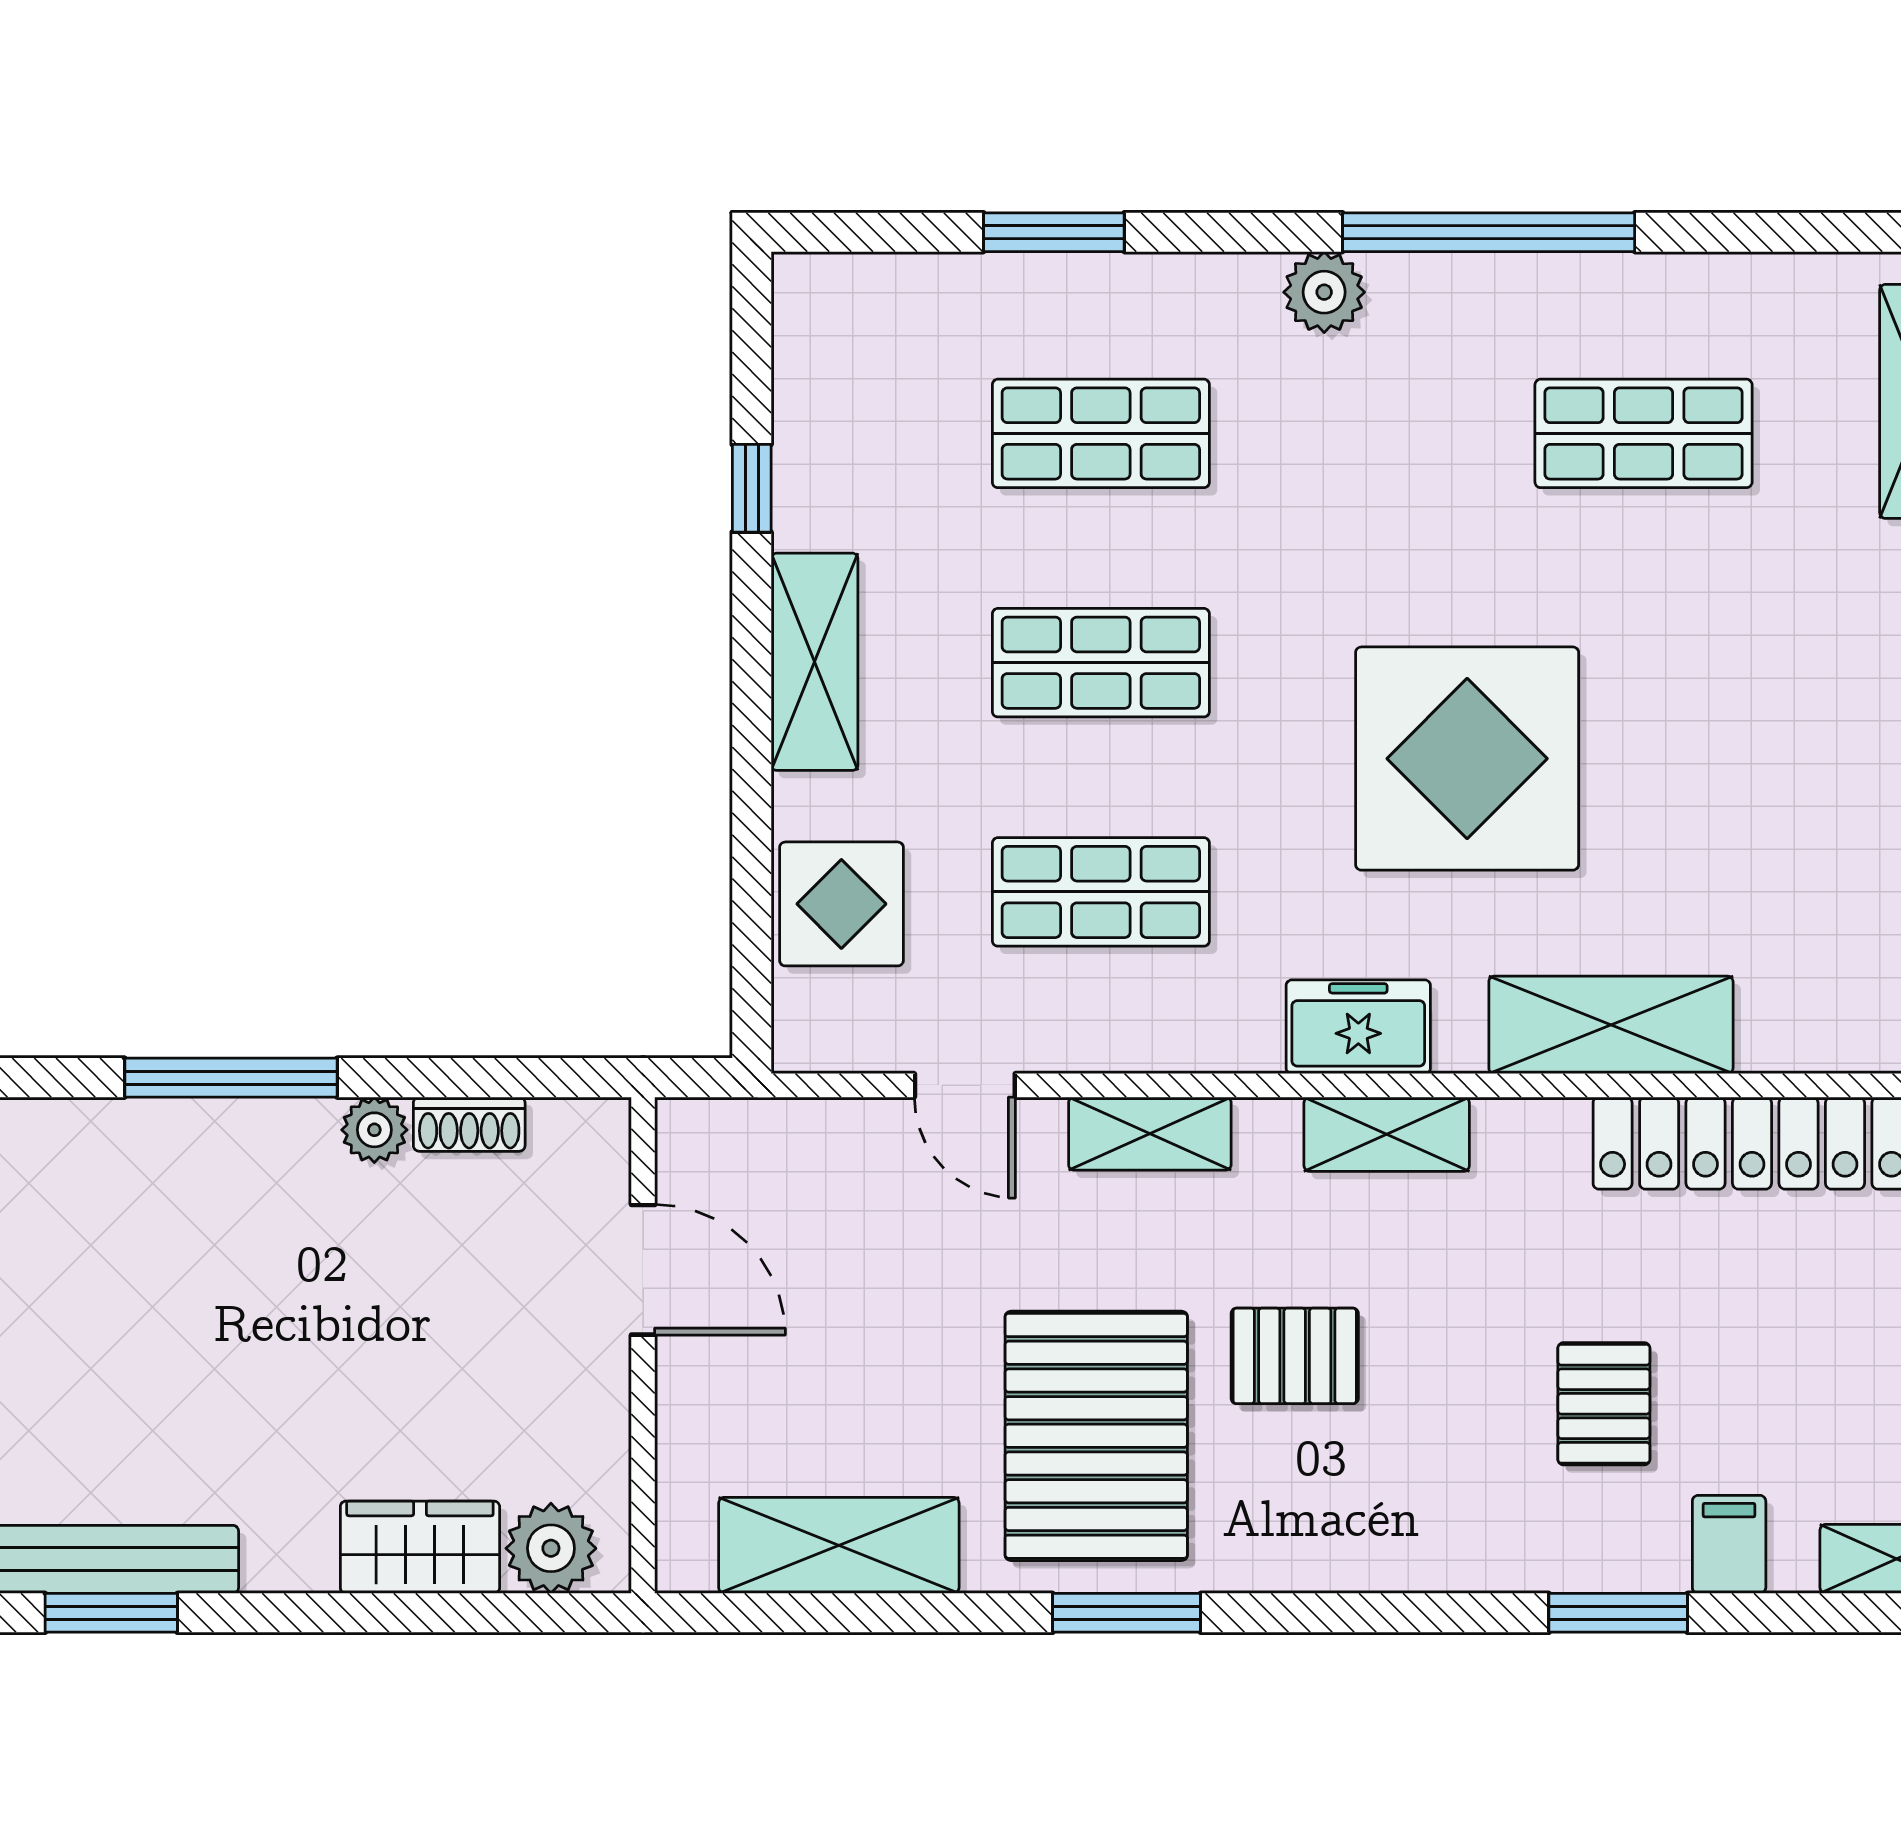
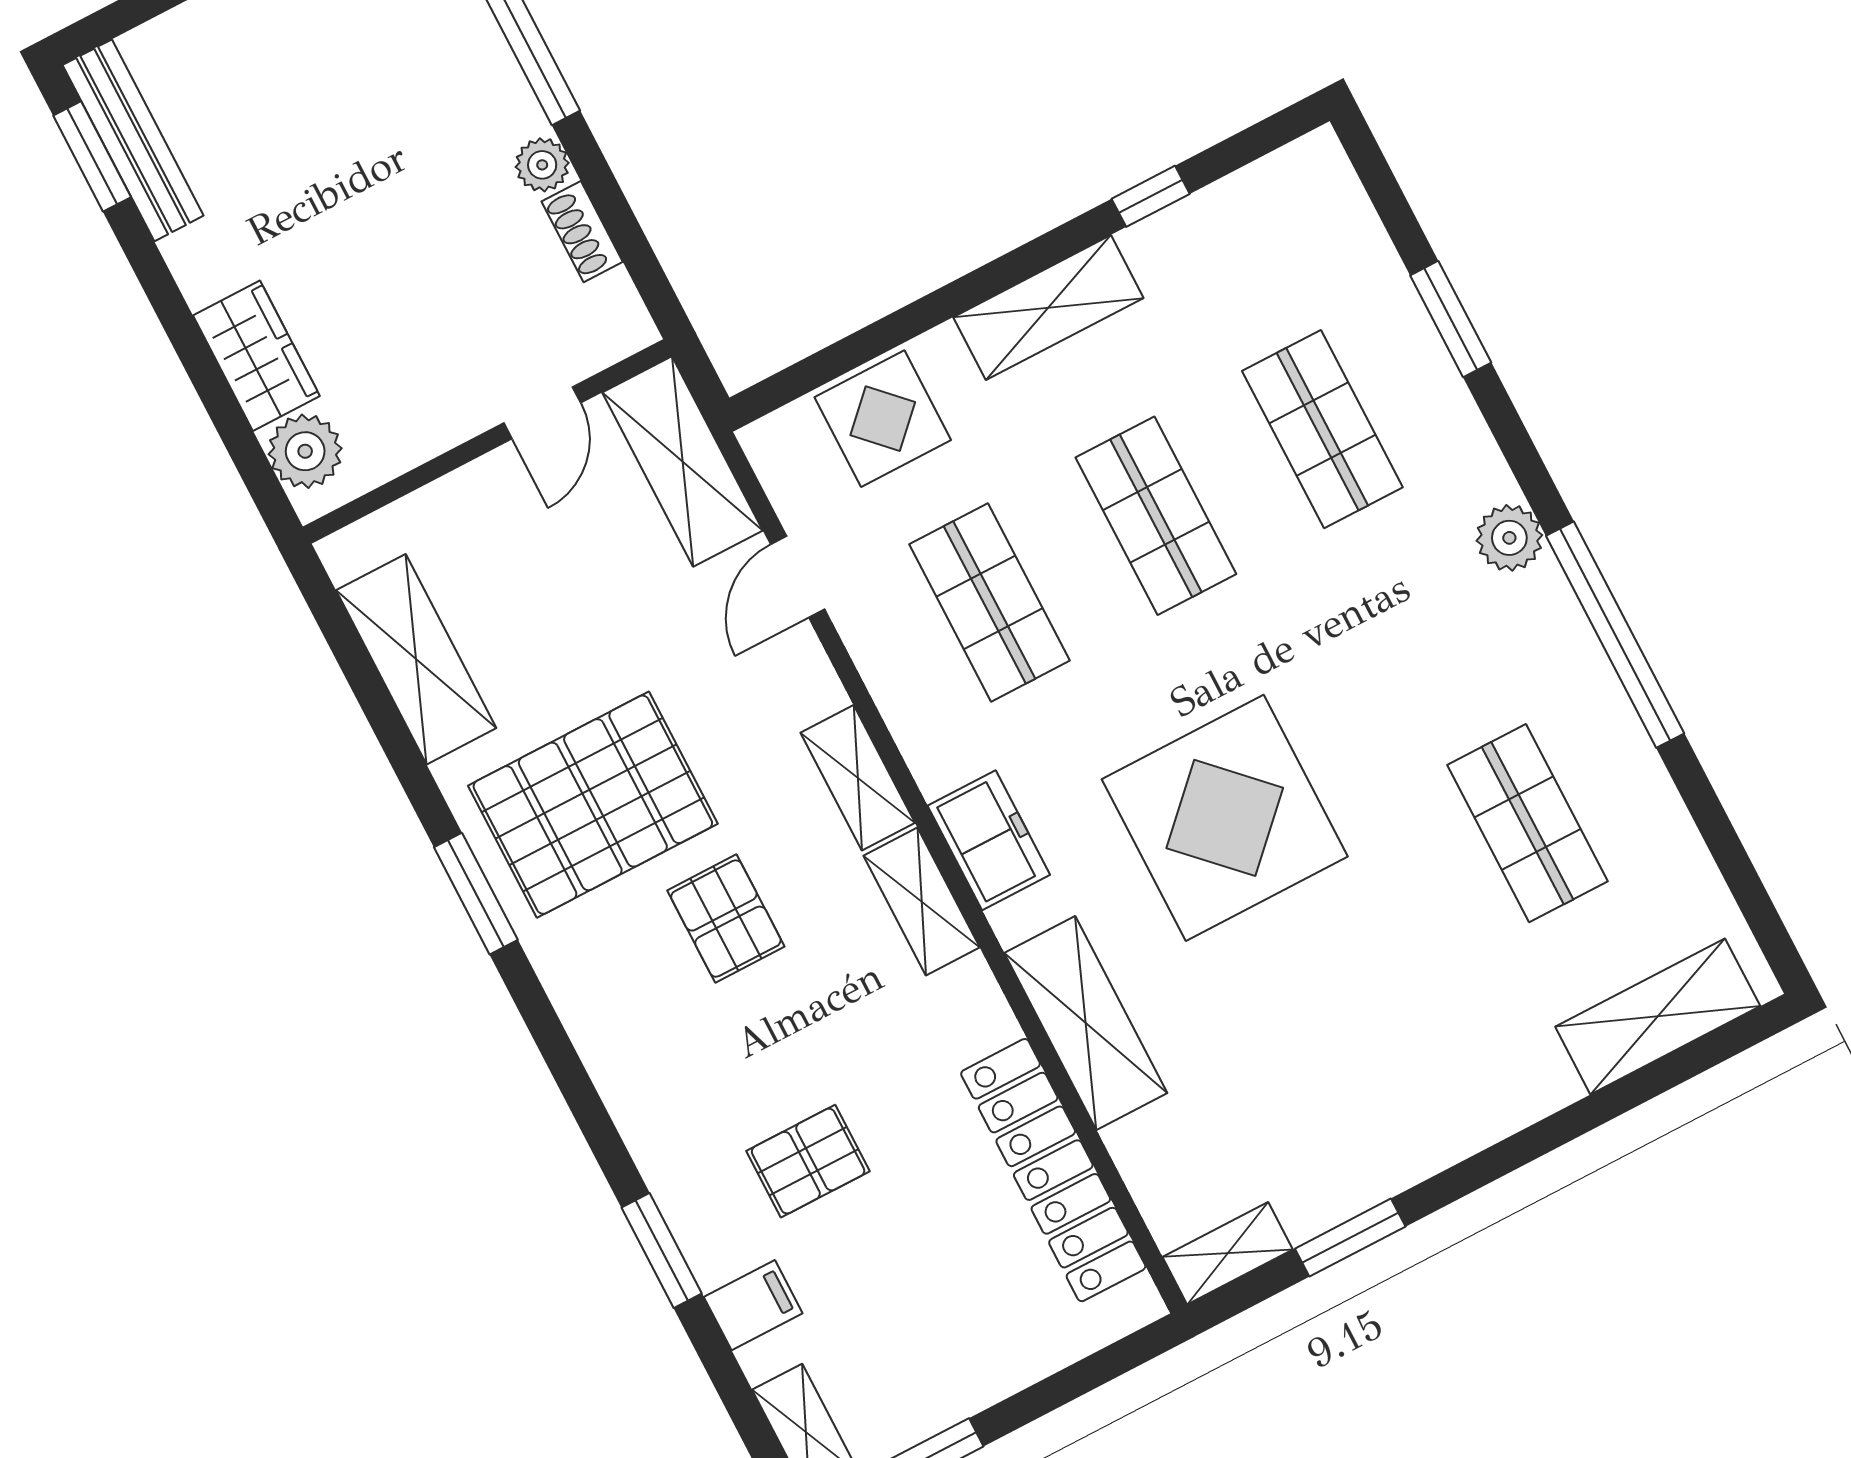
shelving: (1150, 1134) -> (858, 778), moved
shelving: (775, 1145) -> (682, 461), added
door: (643, 1270) -> (542, 413), width x0.73

